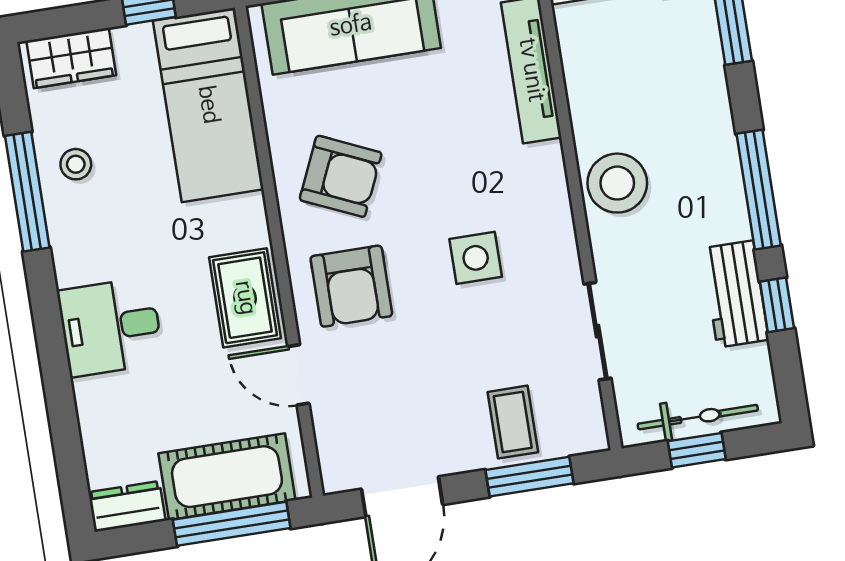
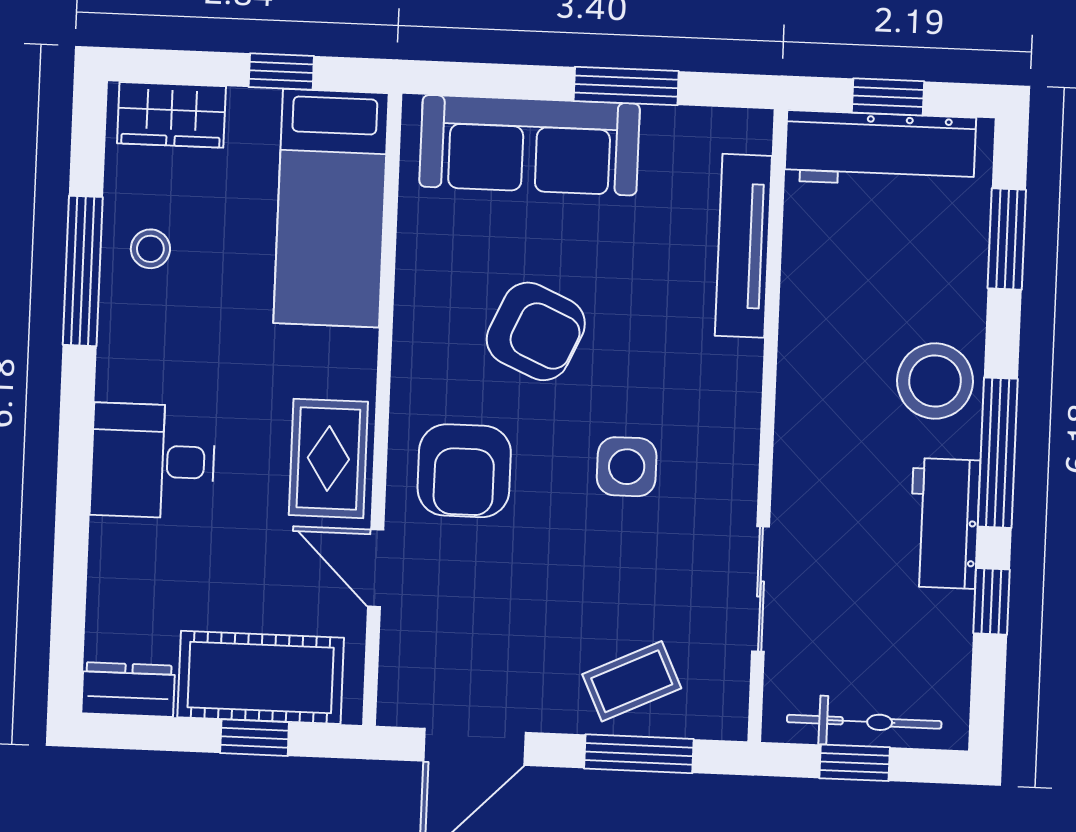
armchair: (341, 176) -> (536, 331), moved
stool: (617, 183) -> (935, 381), moved
workbench: (735, 294) -> (944, 523), moved
coffee table: (513, 422) -> (632, 681), turned 65
window: (232, 524) -> (255, 738), width x0.46

